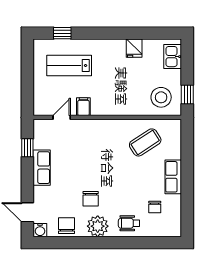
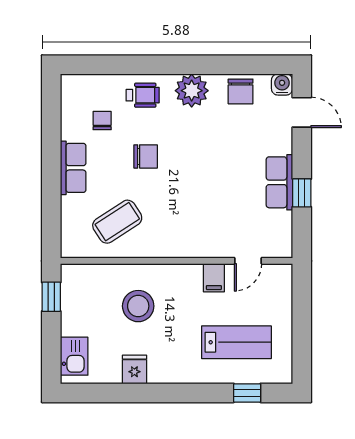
stool: (161, 97) -> (138, 306), moved
window: (27, 148) -> (302, 193), moved
chair: (91, 199) -> (146, 156), moved, turned 90

